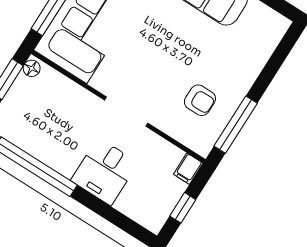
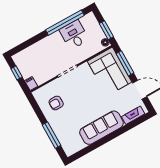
window: (236, 125) -> (52, 135), moved
desk: (104, 171) -> (74, 35), moved

